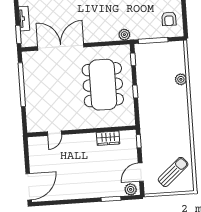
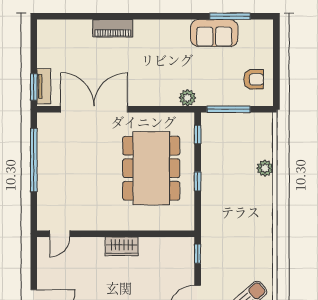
tv unit: (24, 19) -> (44, 86), moved
armchair: (169, 19) -> (254, 79), turned -90
door: (54, 133) -> (60, 234), moved
wardrobe: (108, 138) -> (122, 246), moved

